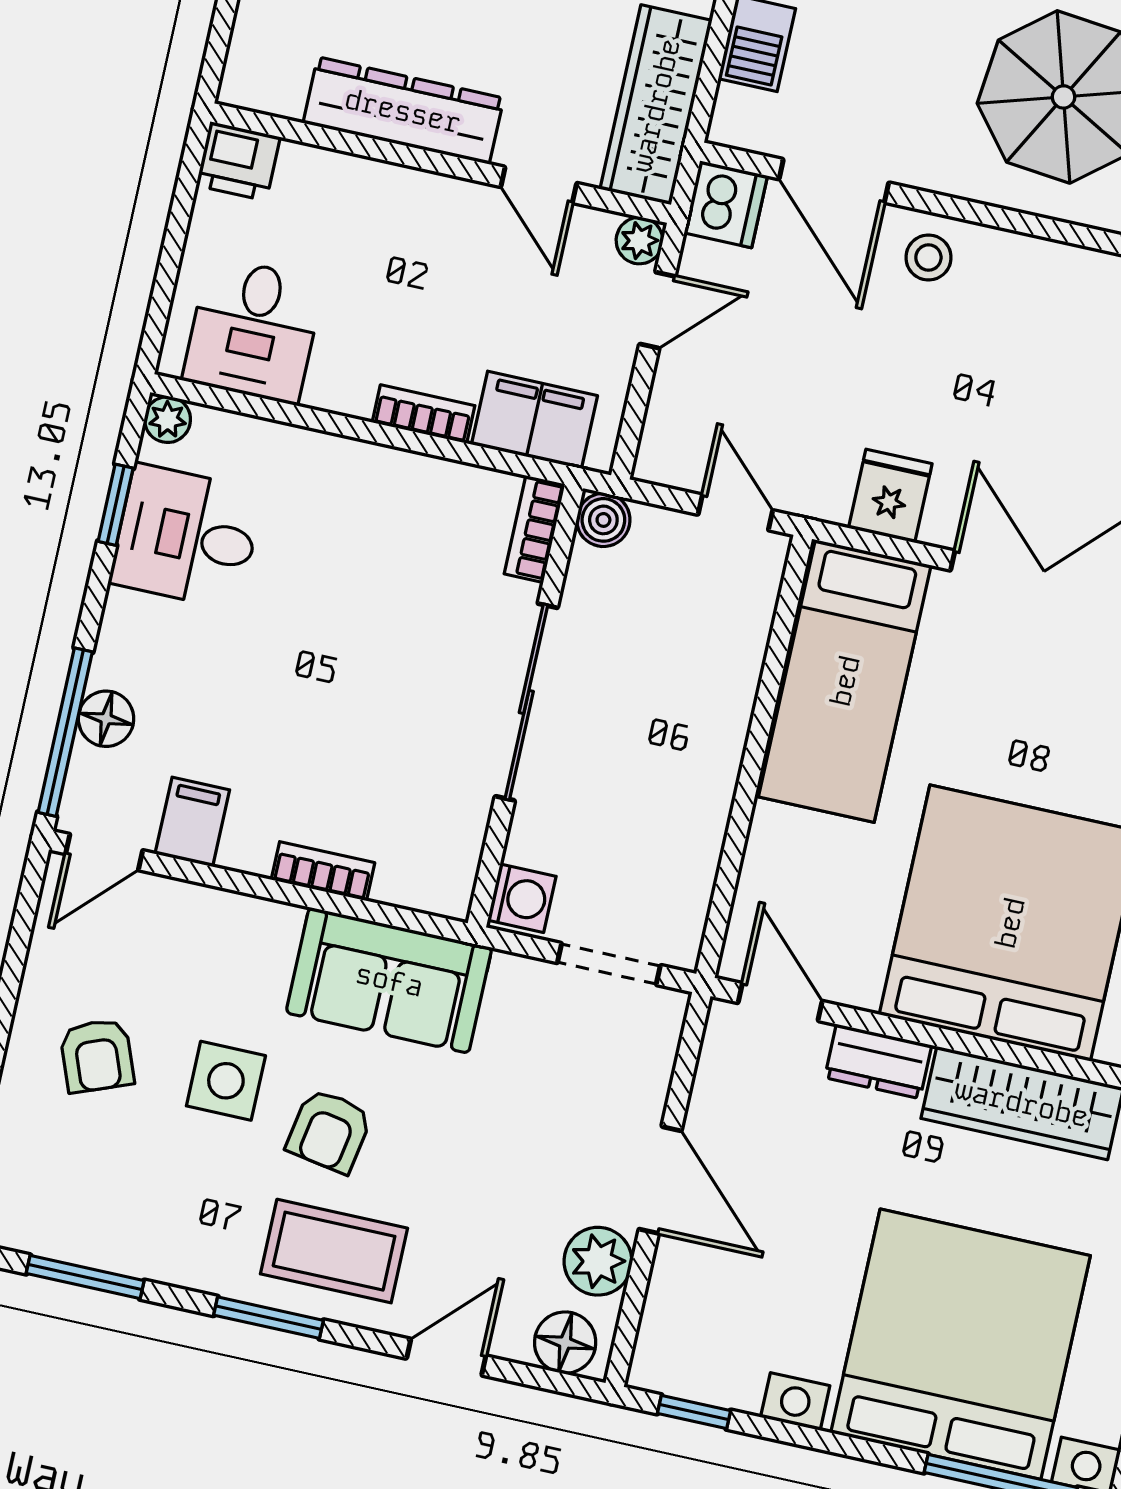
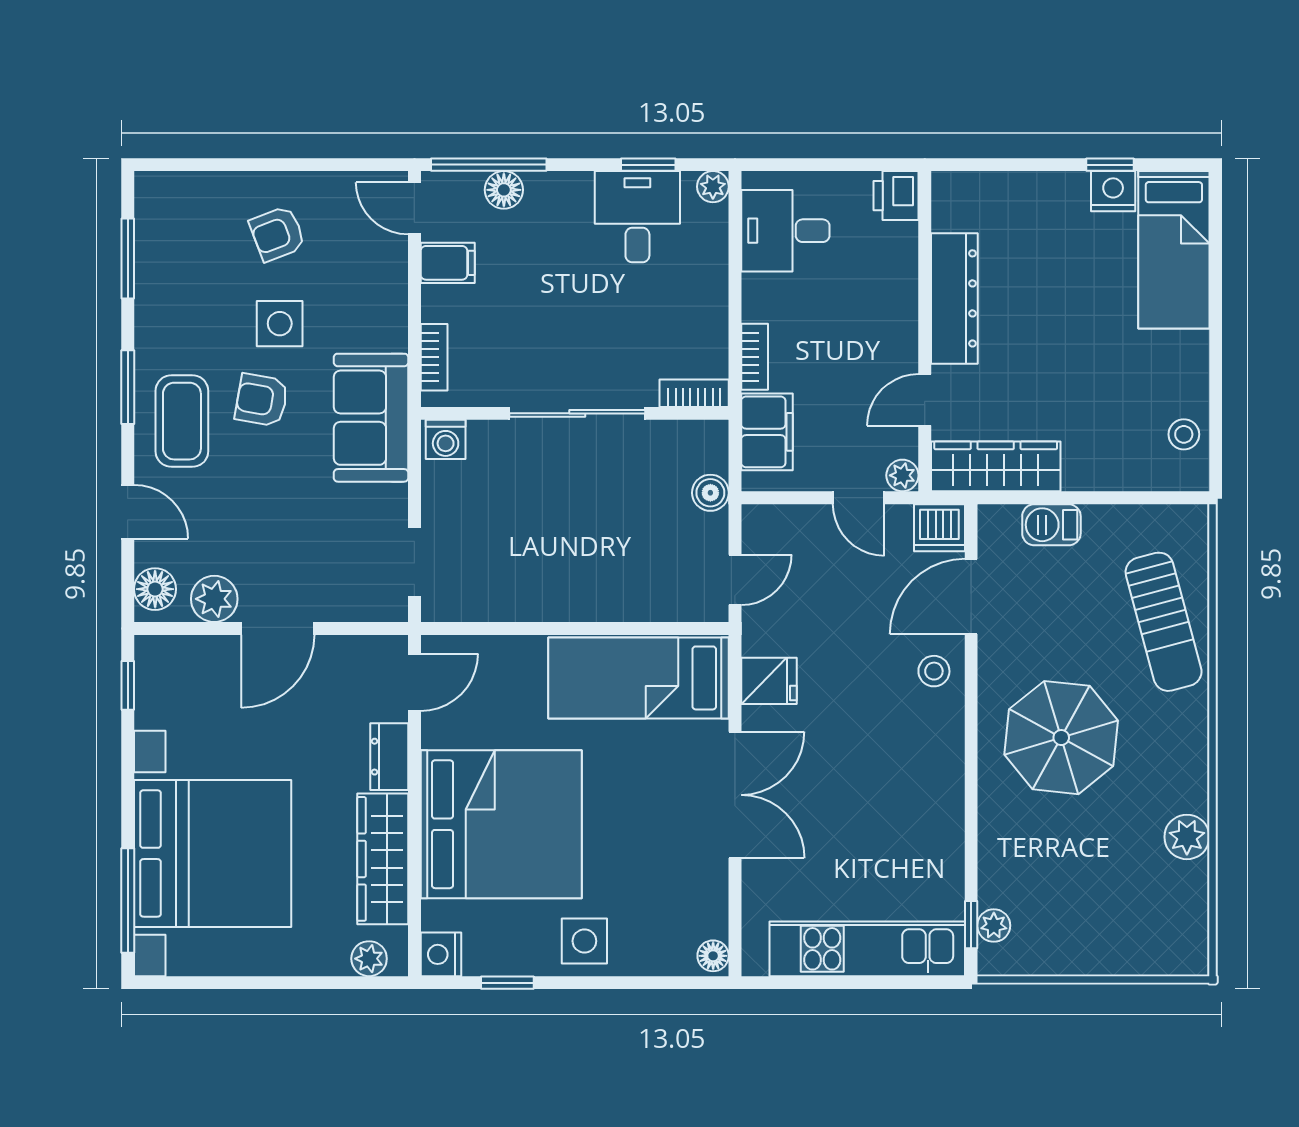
bookcase: (535, 529) -> (694, 393), moved
sliding door: (526, 702) -> (577, 413), moved
wall: (525, 706) -> (575, 413), moved
washing machine: (522, 898) -> (446, 439), moved

